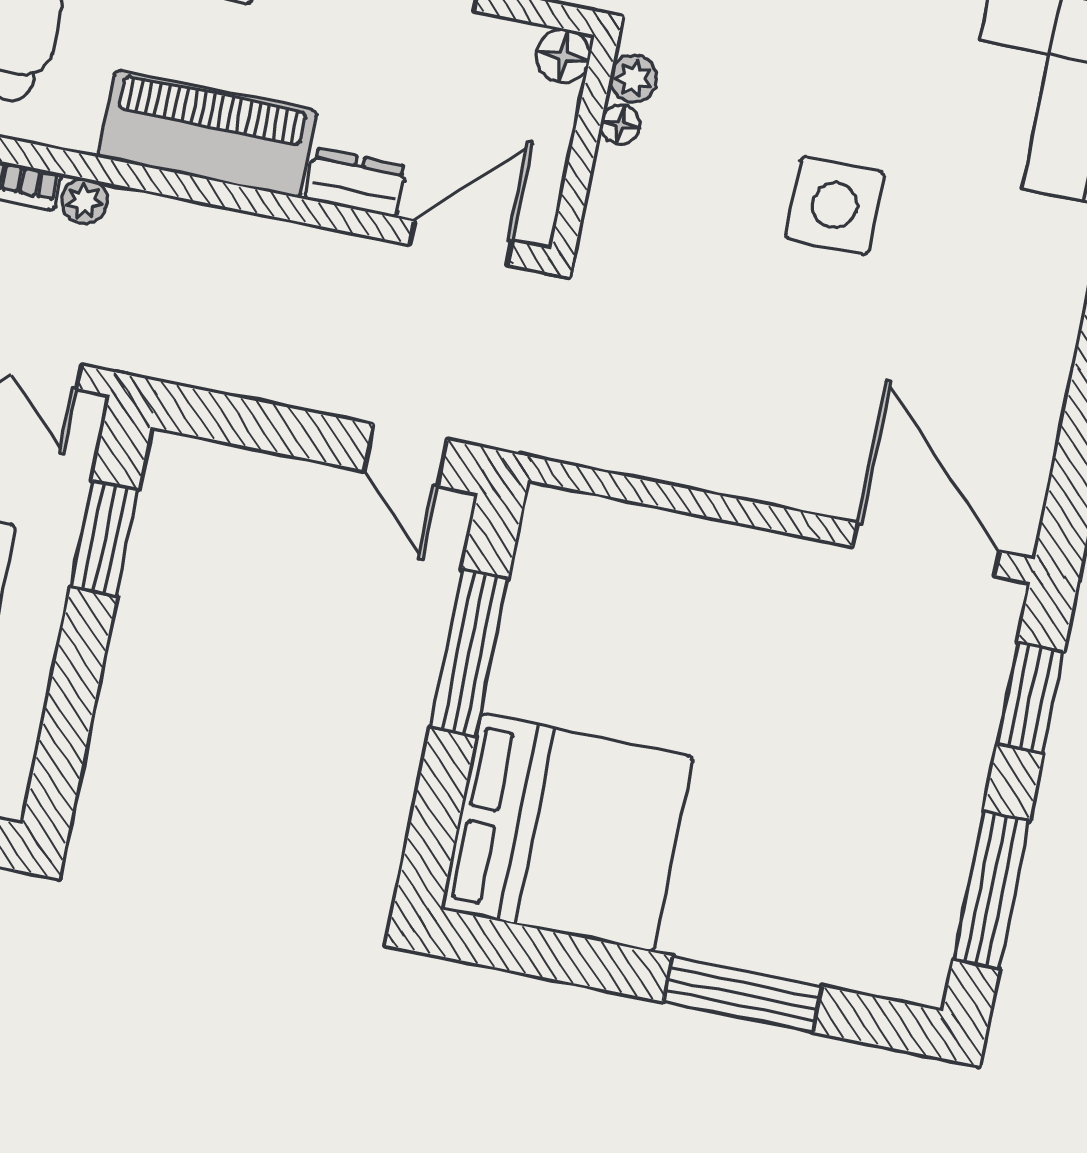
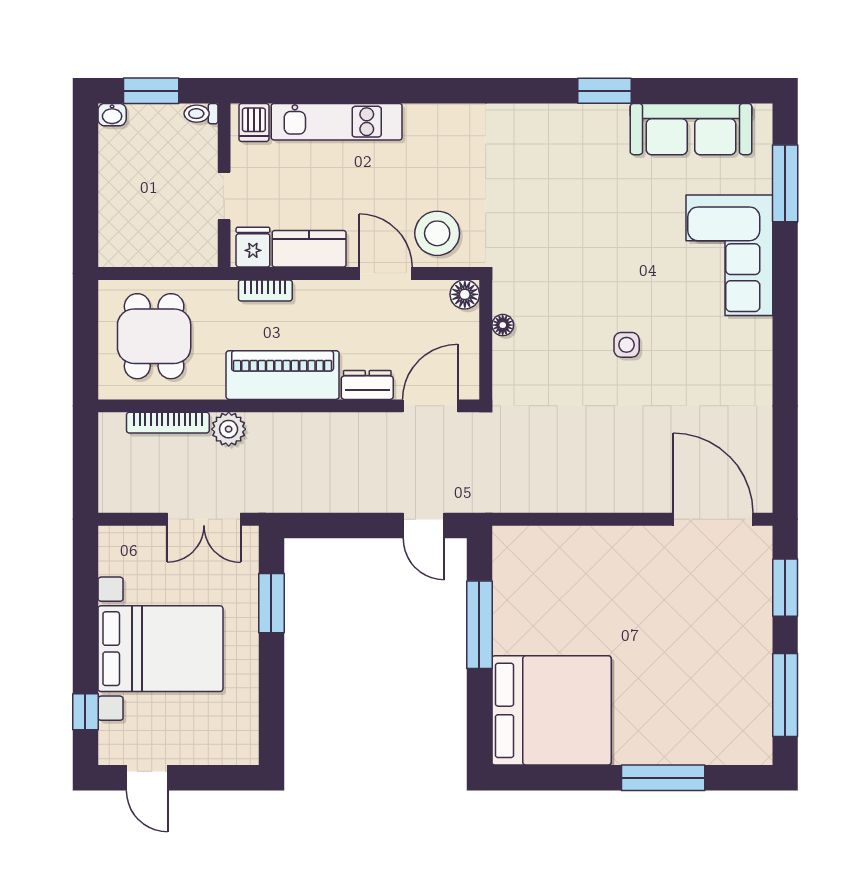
plant: (634, 78) -> (505, 299), removed
plant: (84, 201) -> (229, 429), width x1.38, depth x1.38
side table: (835, 205) -> (627, 345), width x0.54, depth x0.54

